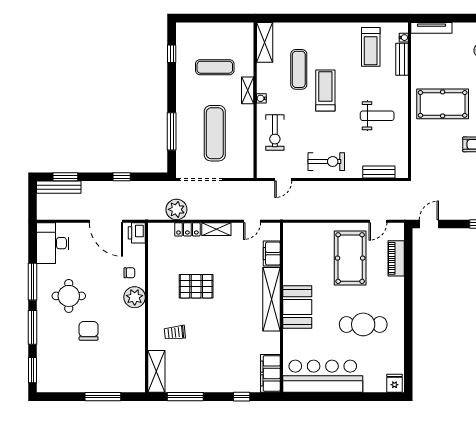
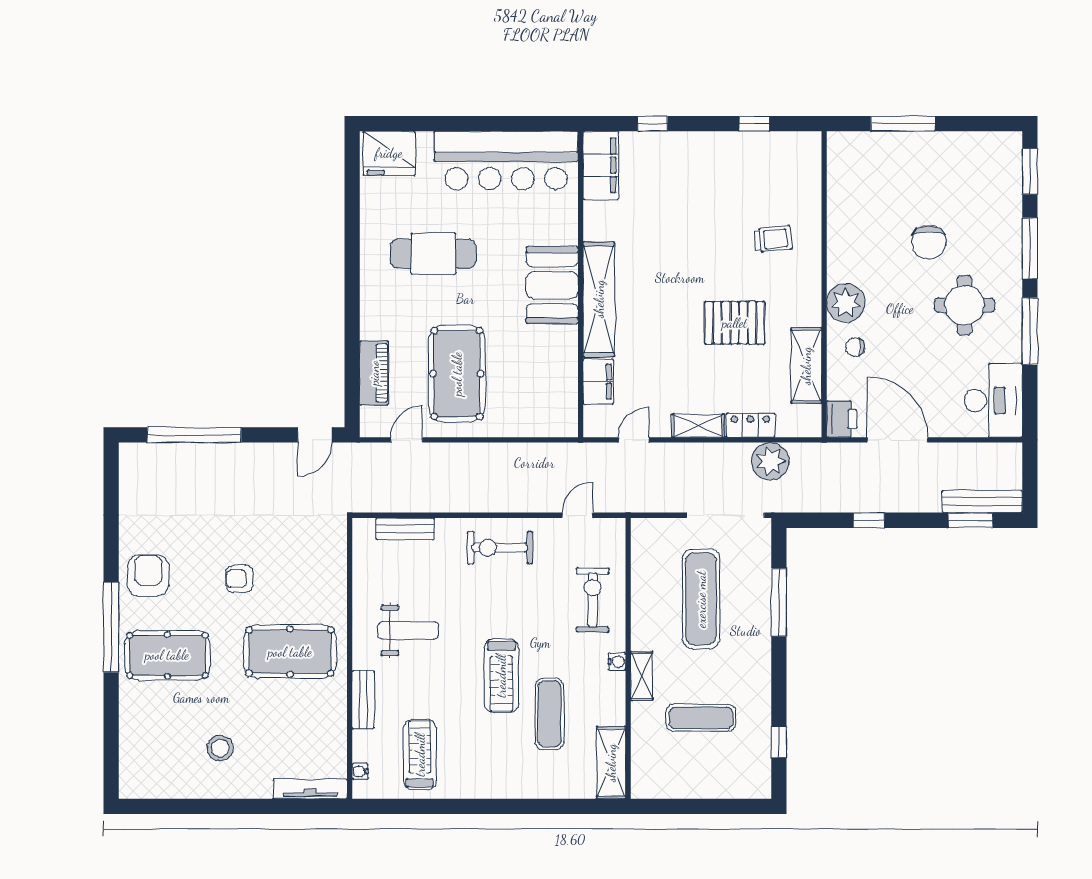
bench: (402, 59) -> (363, 700), moved
weight bench: (377, 116) -> (408, 630), turned 180
shelving: (156, 371) -> (806, 366), moved
fridge: (394, 383) -> (389, 153), width x1.88, depth x1.34
window: (185, 397) -> (754, 124), width x0.46

